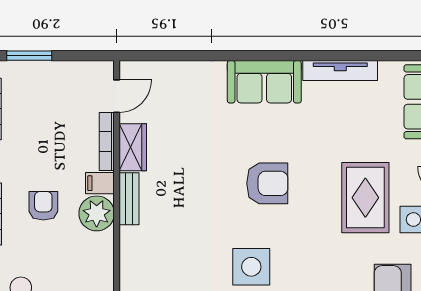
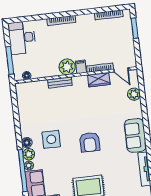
plant: (173, 74) -> (134, 94), added
bench: (129, 199) -> (60, 83), moved
armchair: (43, 206) -> (68, 43), removed

